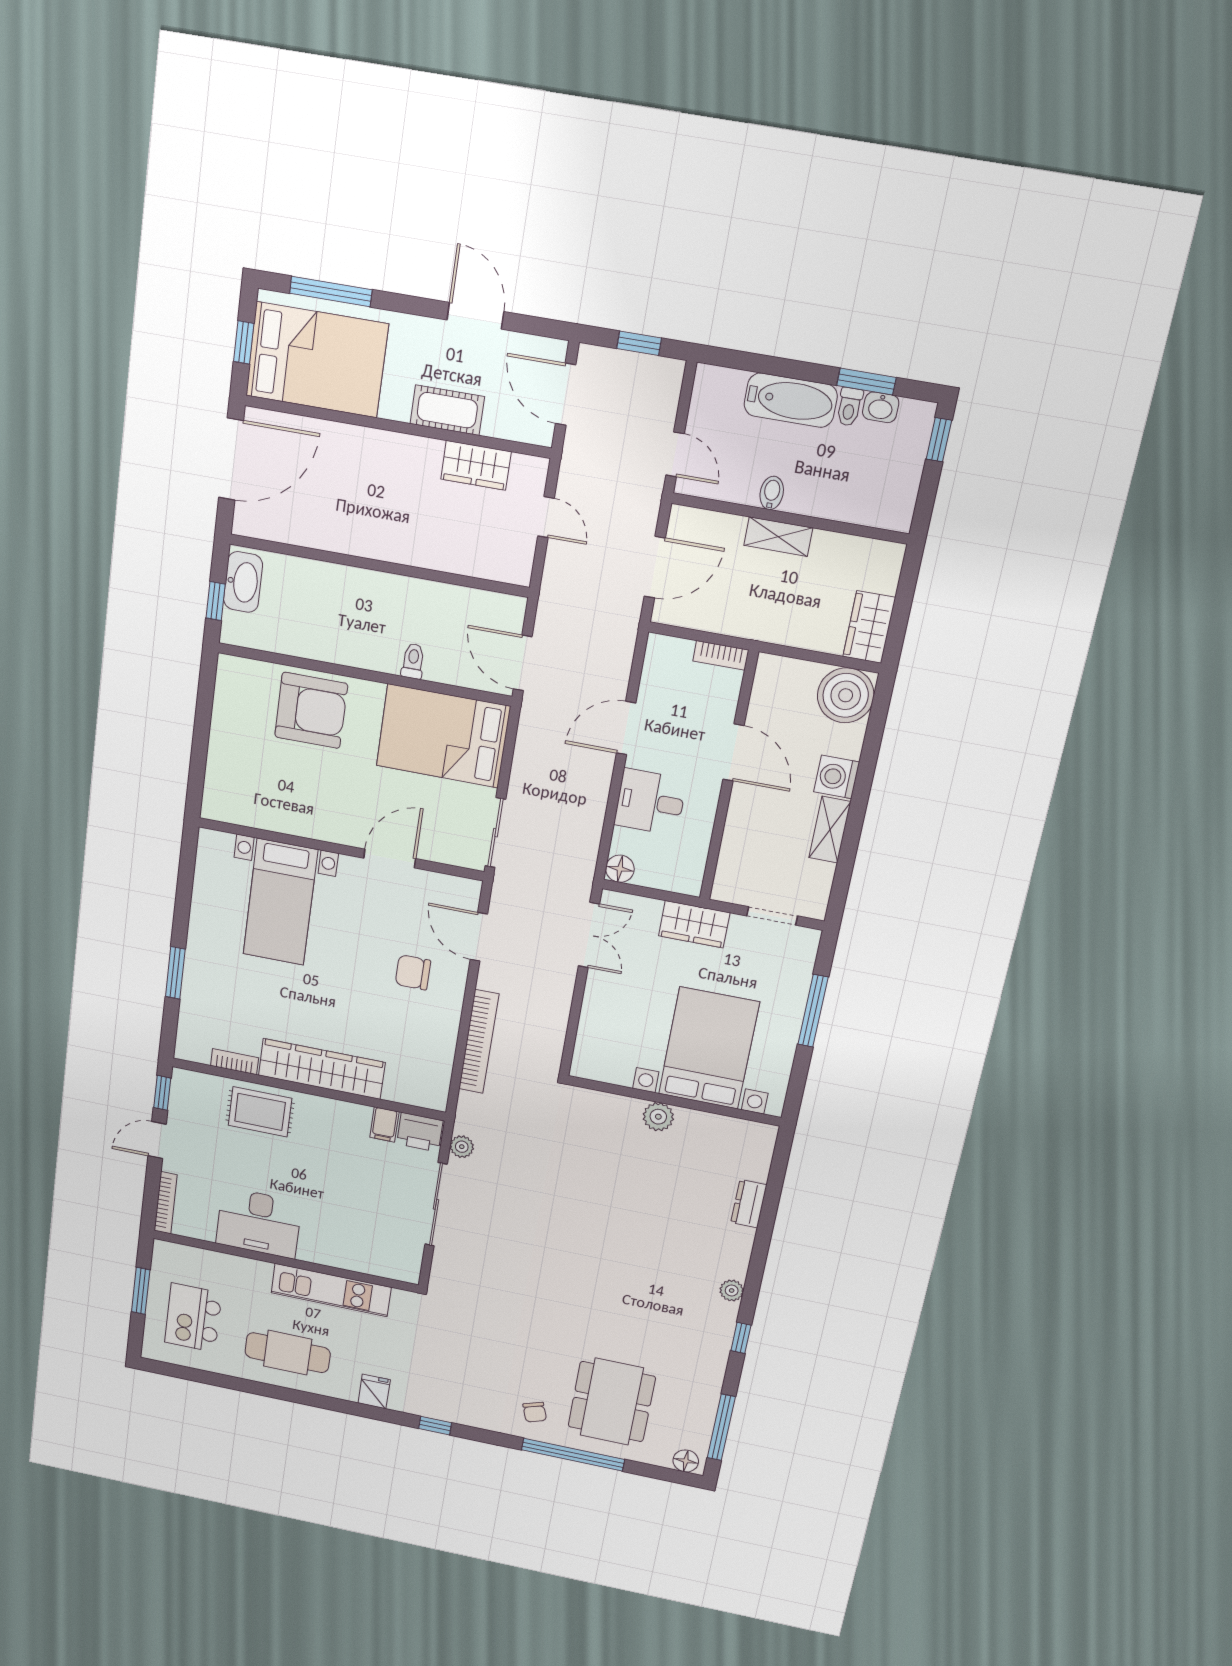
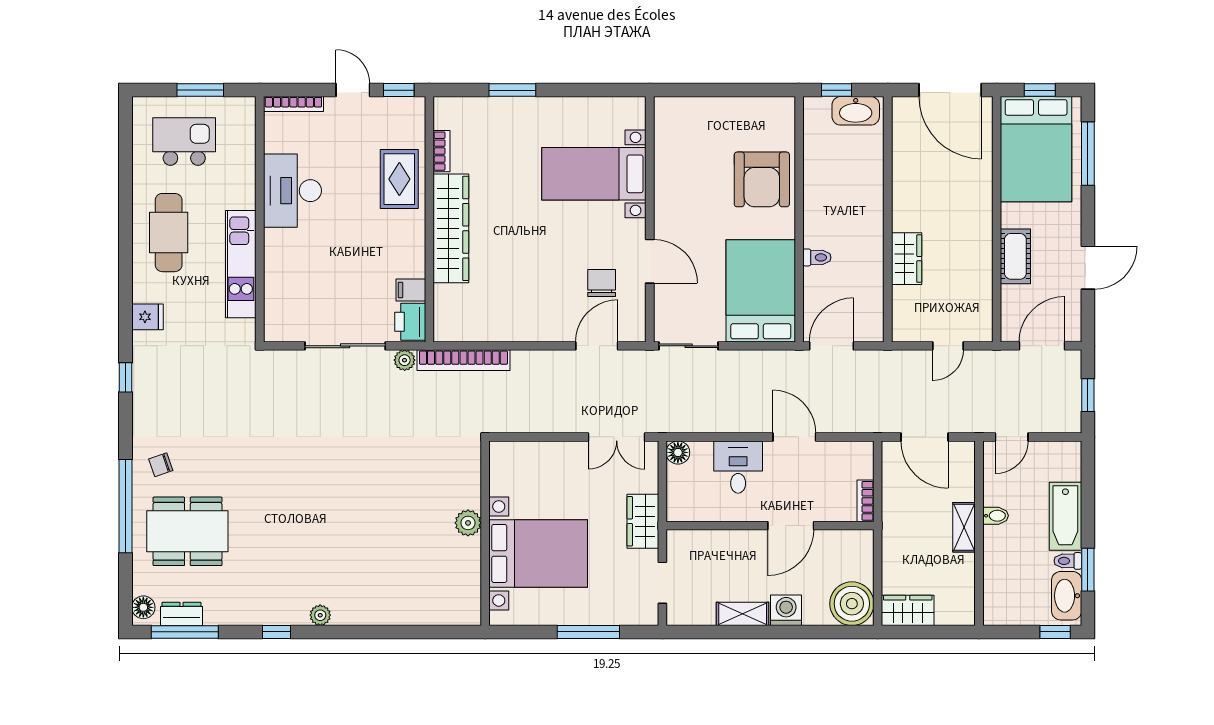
washbasin: (881, 407) -> (1067, 596), width x1.91, depth x1.45
wardrobe: (476, 465) -> (907, 259), moved, turned 180
chair: (413, 972) -> (602, 283), moved
bookcase: (479, 1042) -> (463, 360), moved
dresser: (749, 1204) -> (182, 614), moved

